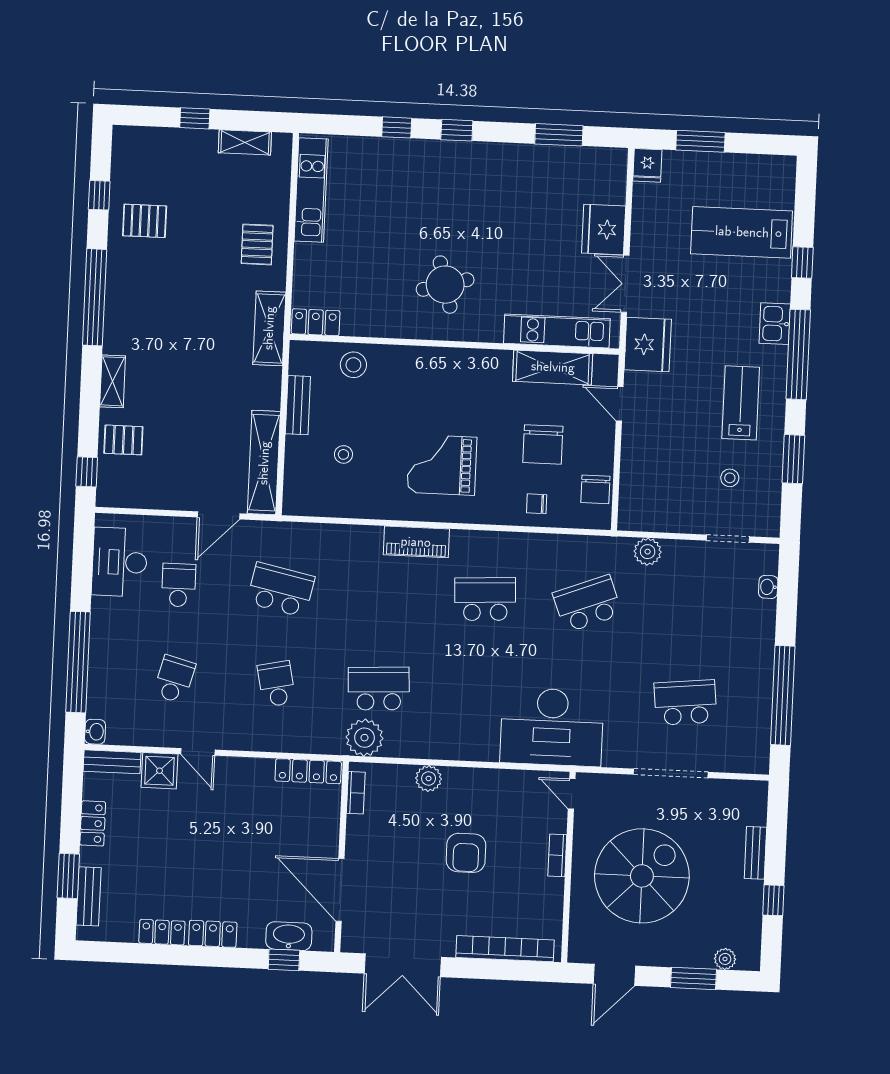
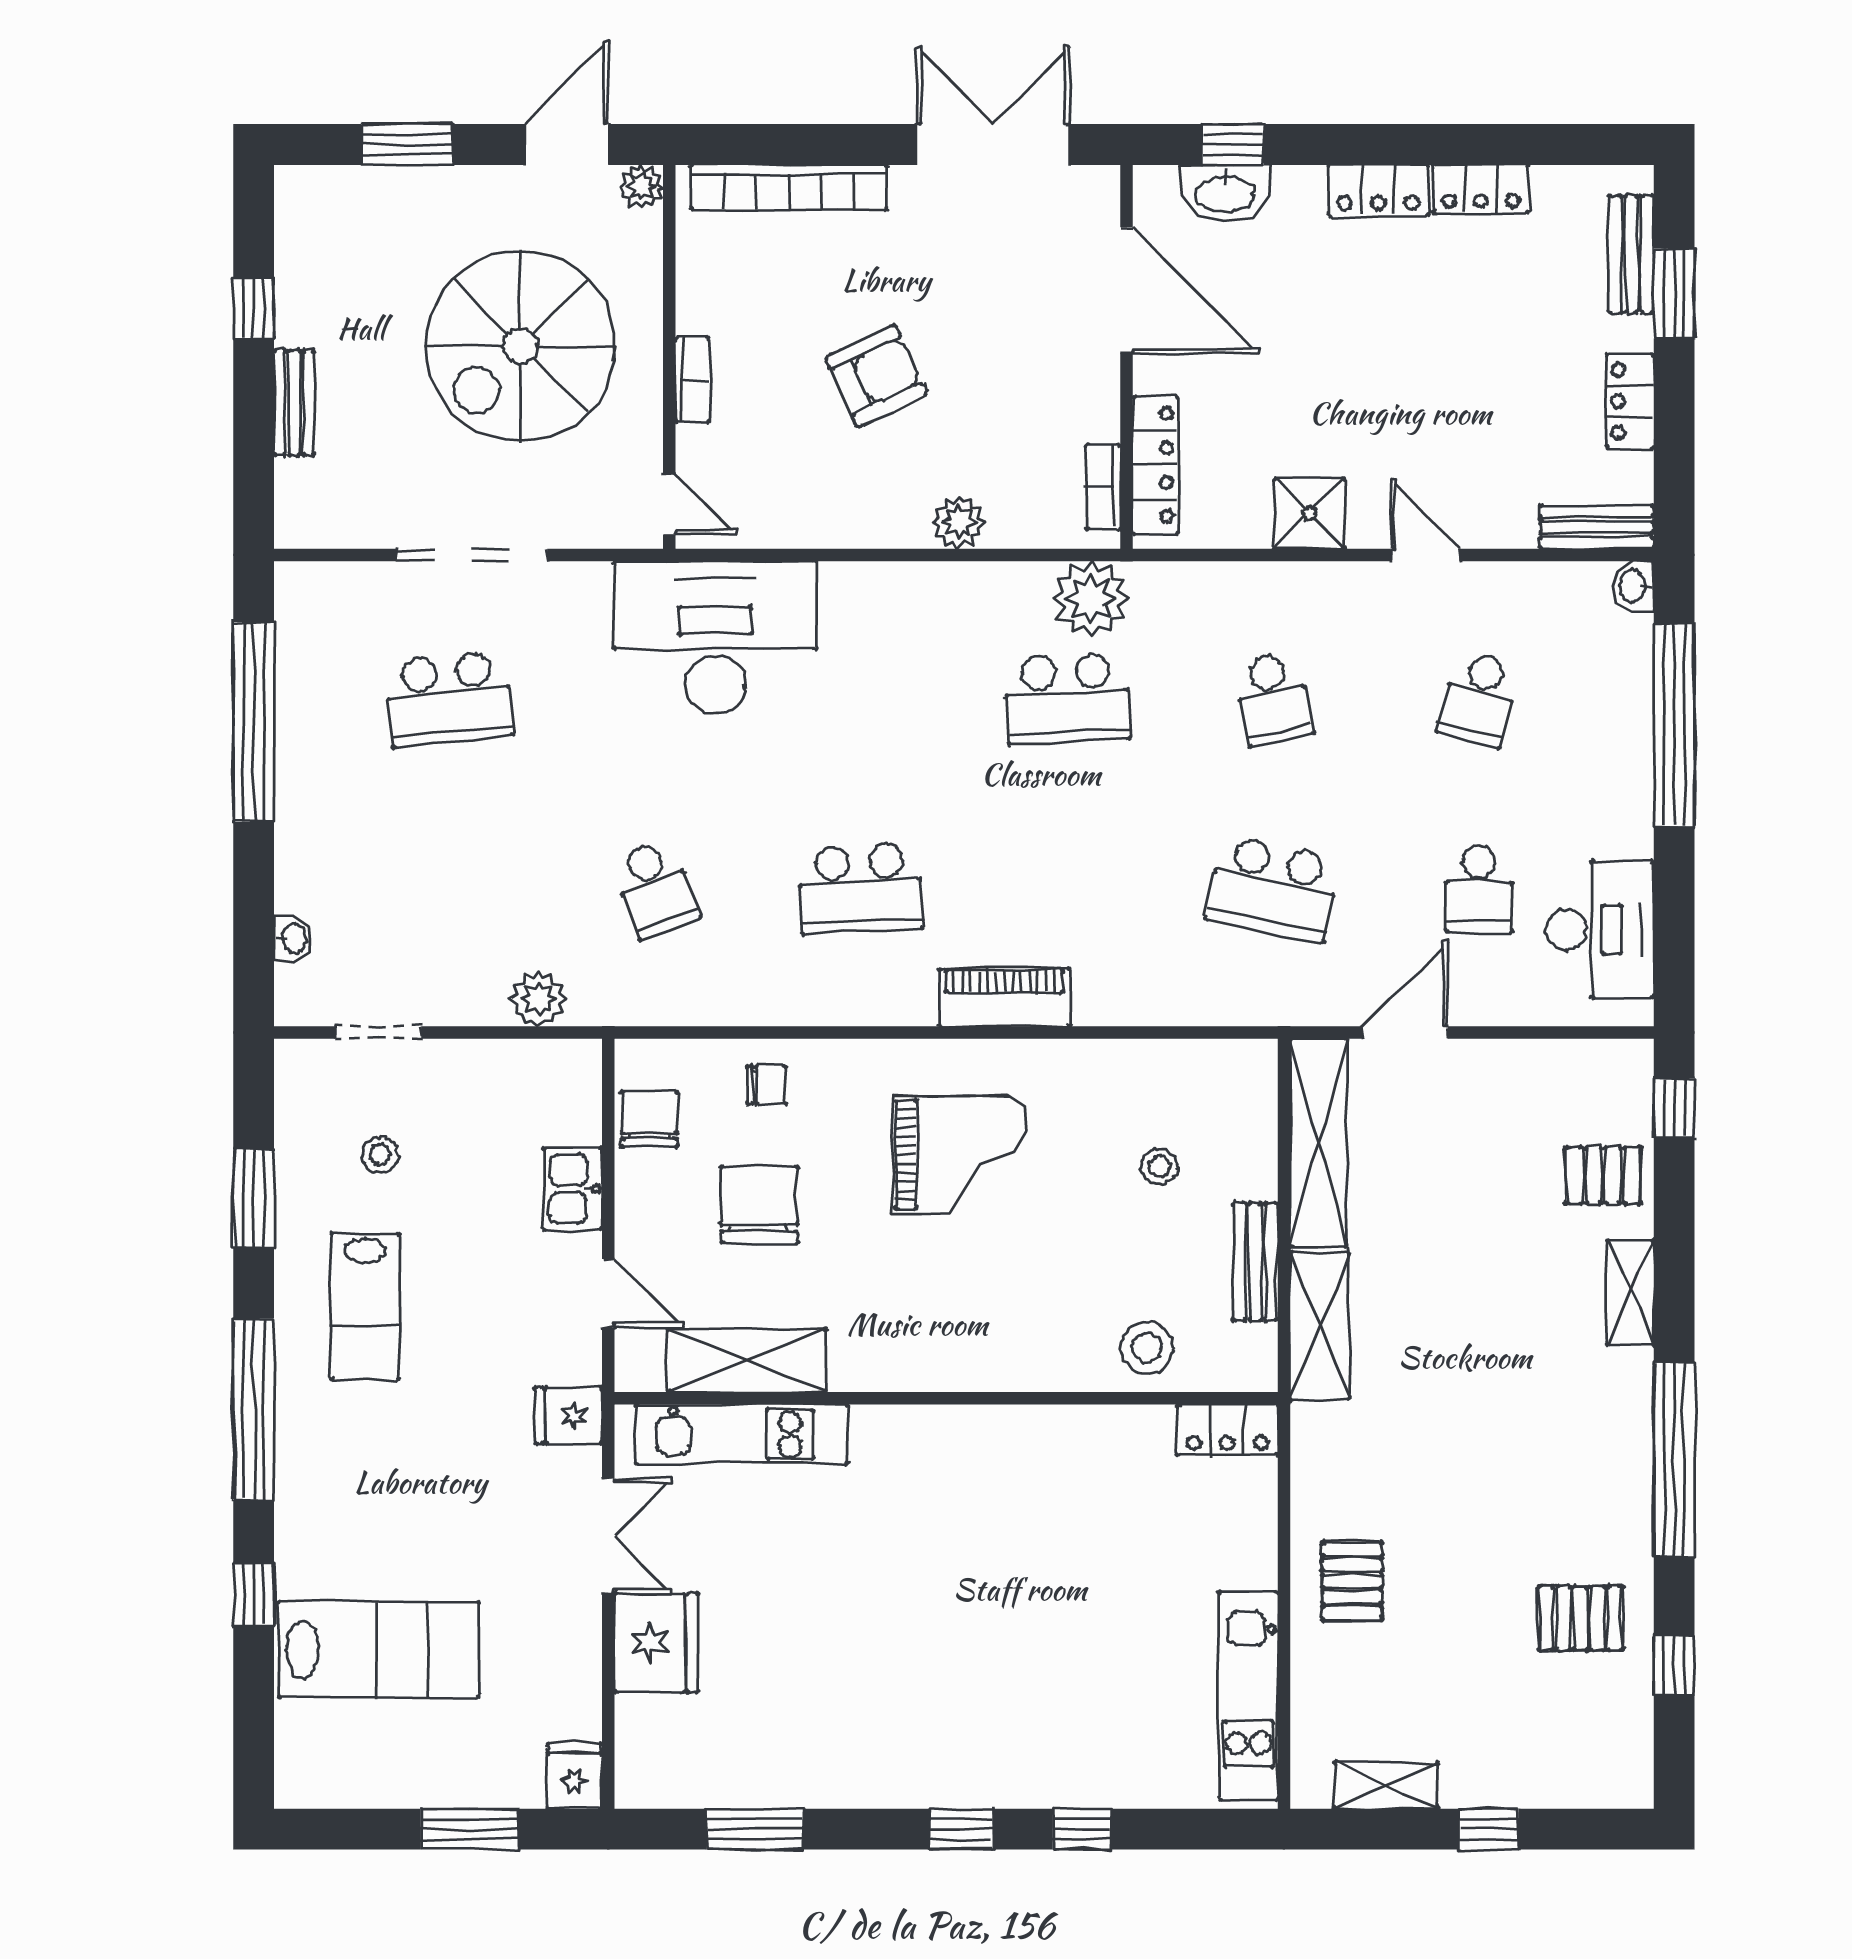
round table: (445, 285) -> (970, 1518), removed
kitchen sink: (775, 324) -> (572, 1189), moved, turned 180
shelving: (269, 328) -> (1320, 1326), moved
fridge: (648, 344) -> (569, 1416), width x0.53, depth x0.75
school desk: (587, 604) -> (655, 889), width x0.54
shower: (160, 771) -> (1310, 514), moved
locker: (308, 771) -> (1155, 465), moved, turned 90
armchair: (466, 853) -> (876, 376), turned 65
plant: (725, 959) -> (641, 186), moved

